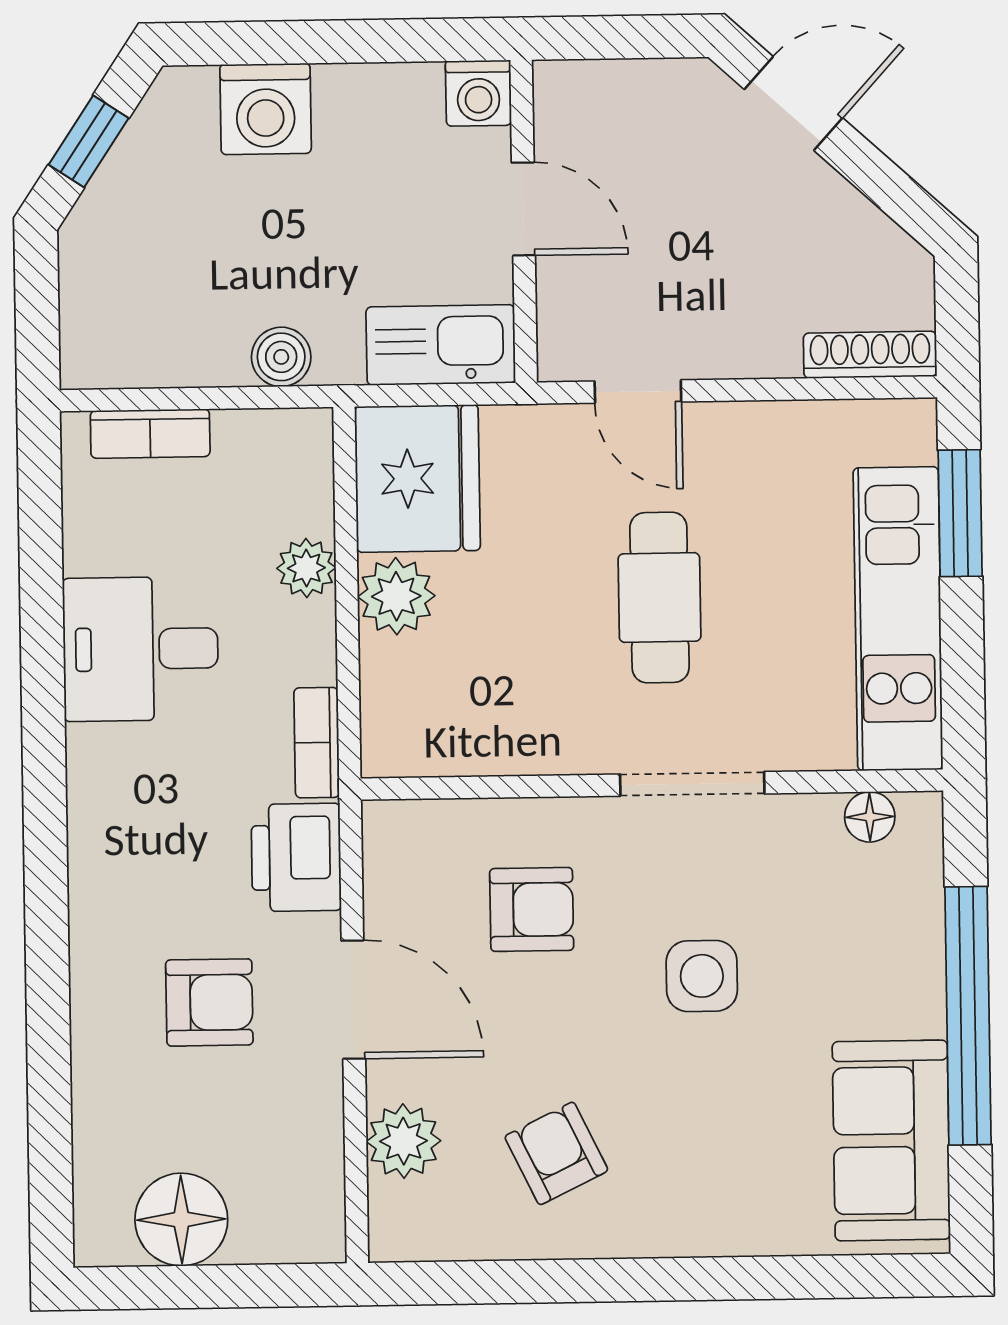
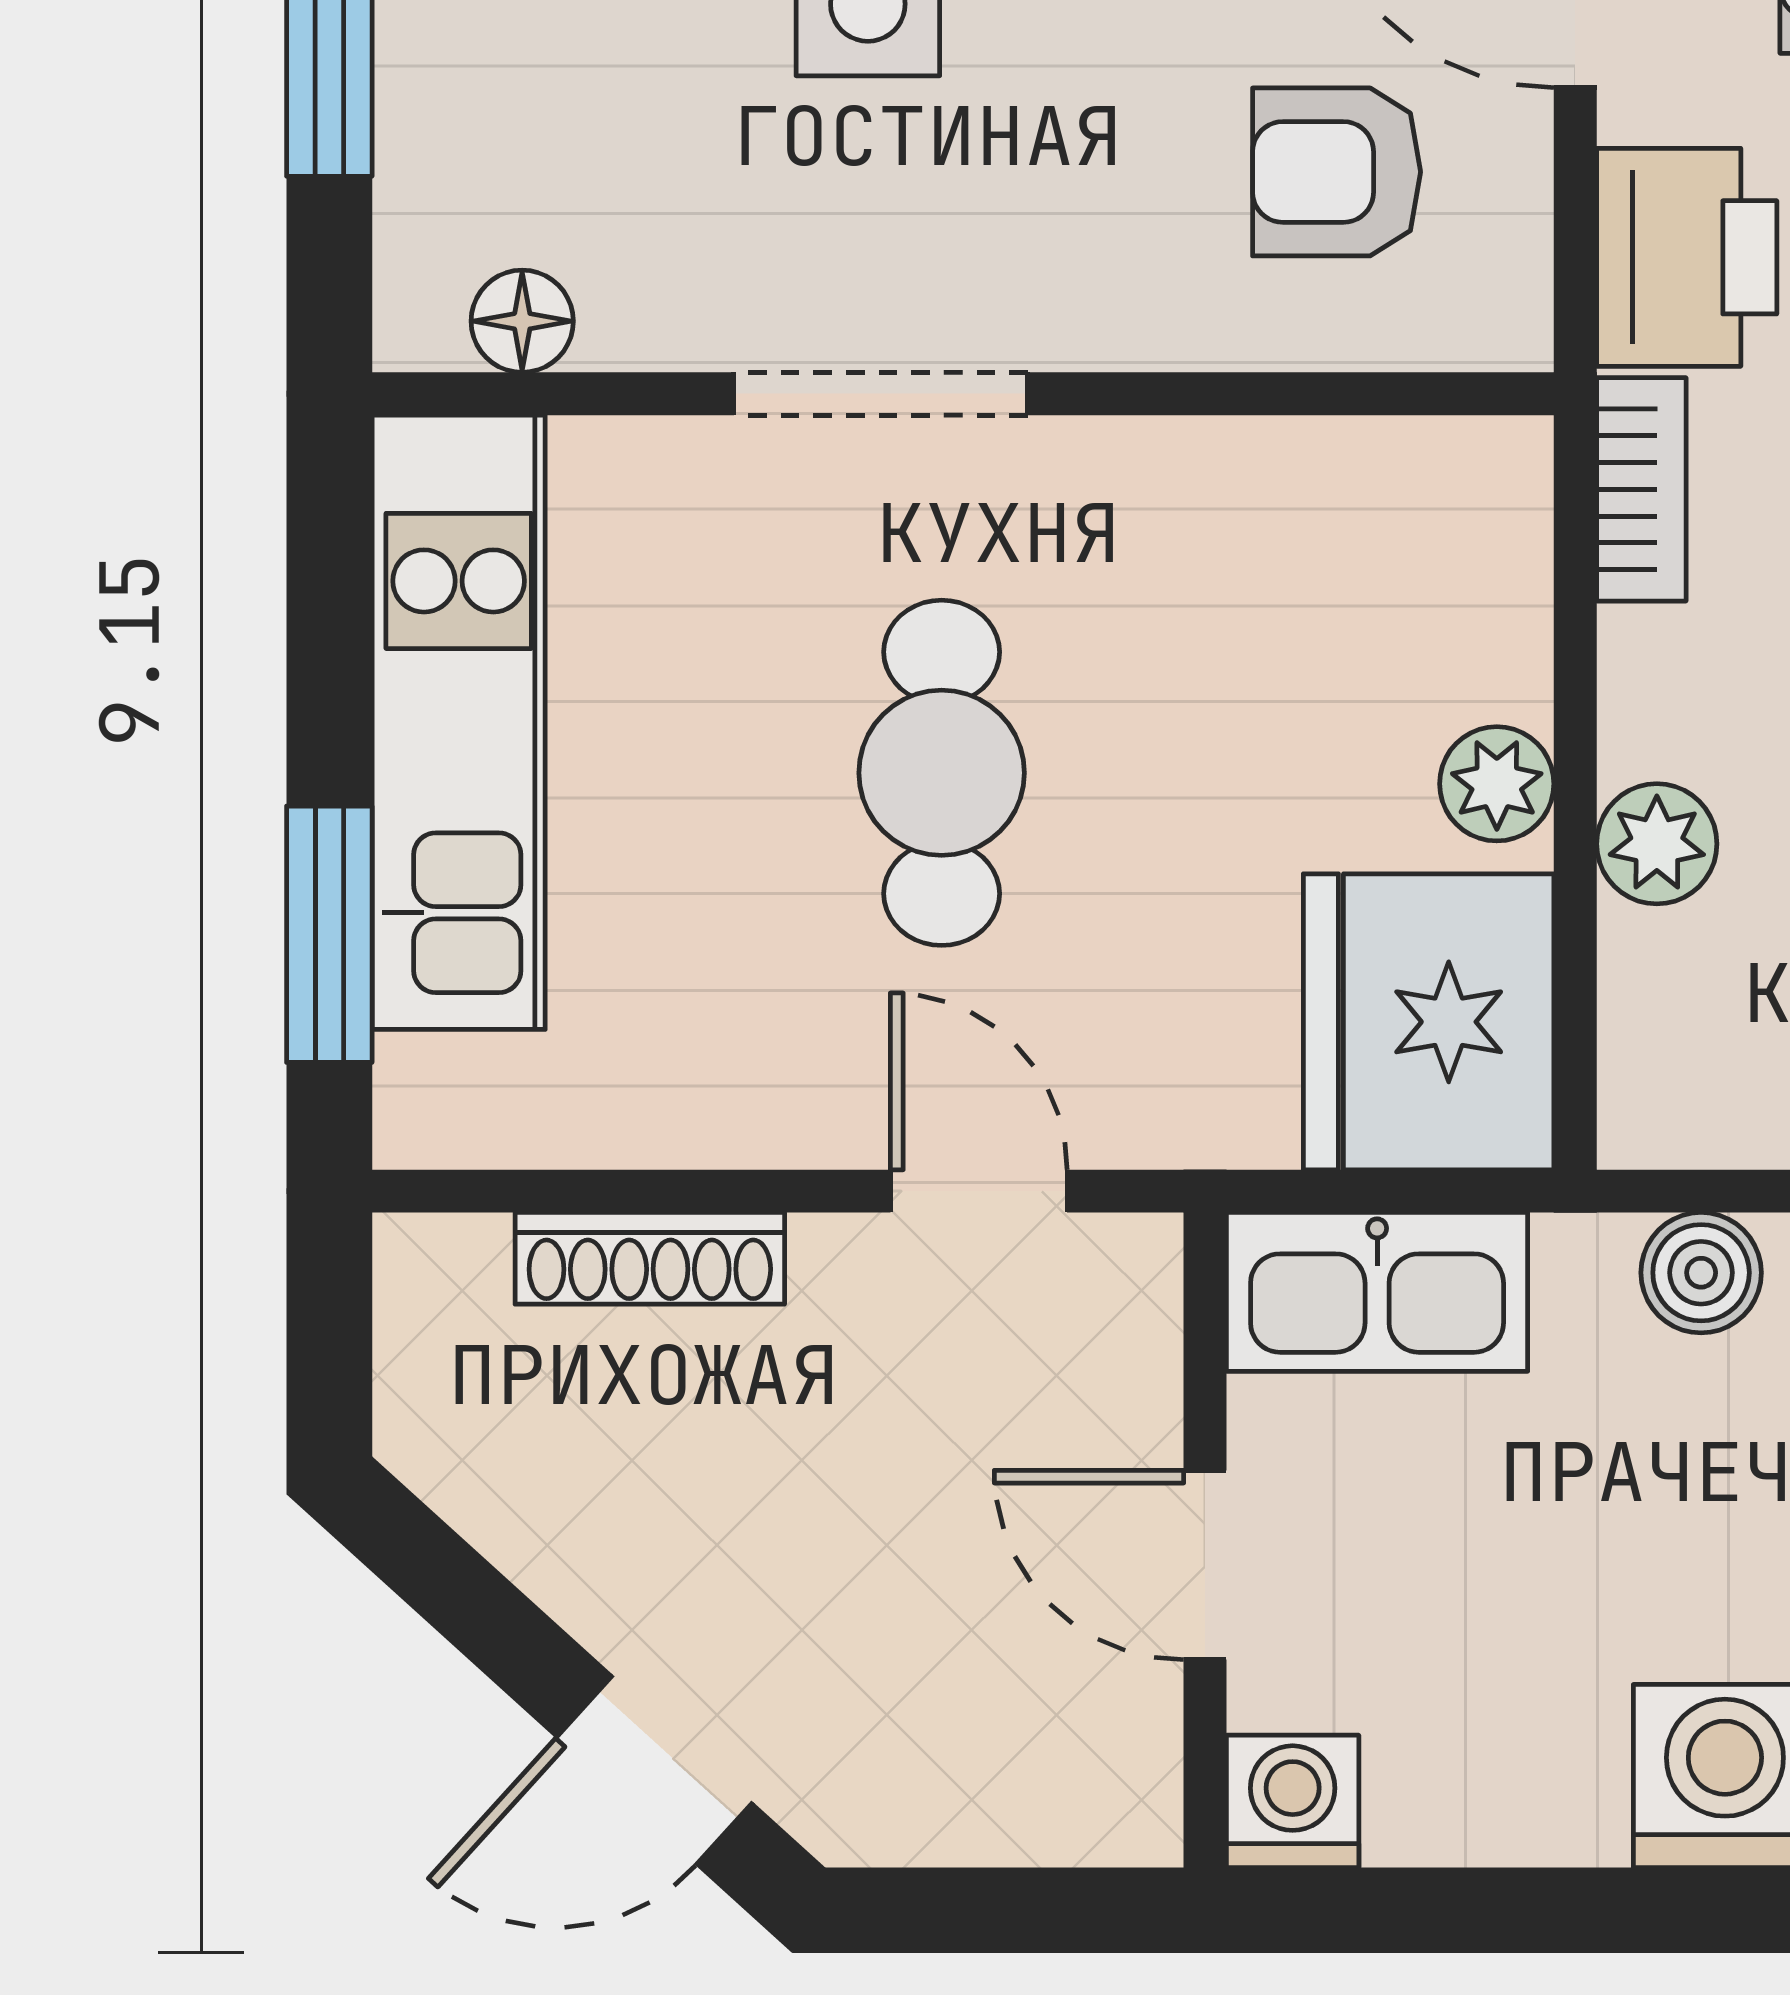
shoe rack: (870, 355) -> (650, 1258), moved
plant: (396, 596) -> (1497, 784), width x0.73, depth x0.73
armchair: (532, 909) -> (1337, 172), moved

